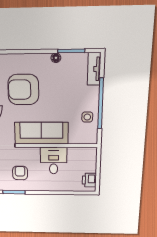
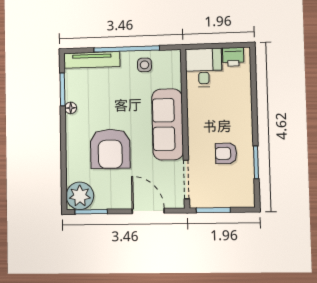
tv unit: (94, 69) -> (92, 60), width x1.41
desk: (54, 161) -> (204, 68), moved, turned 90

